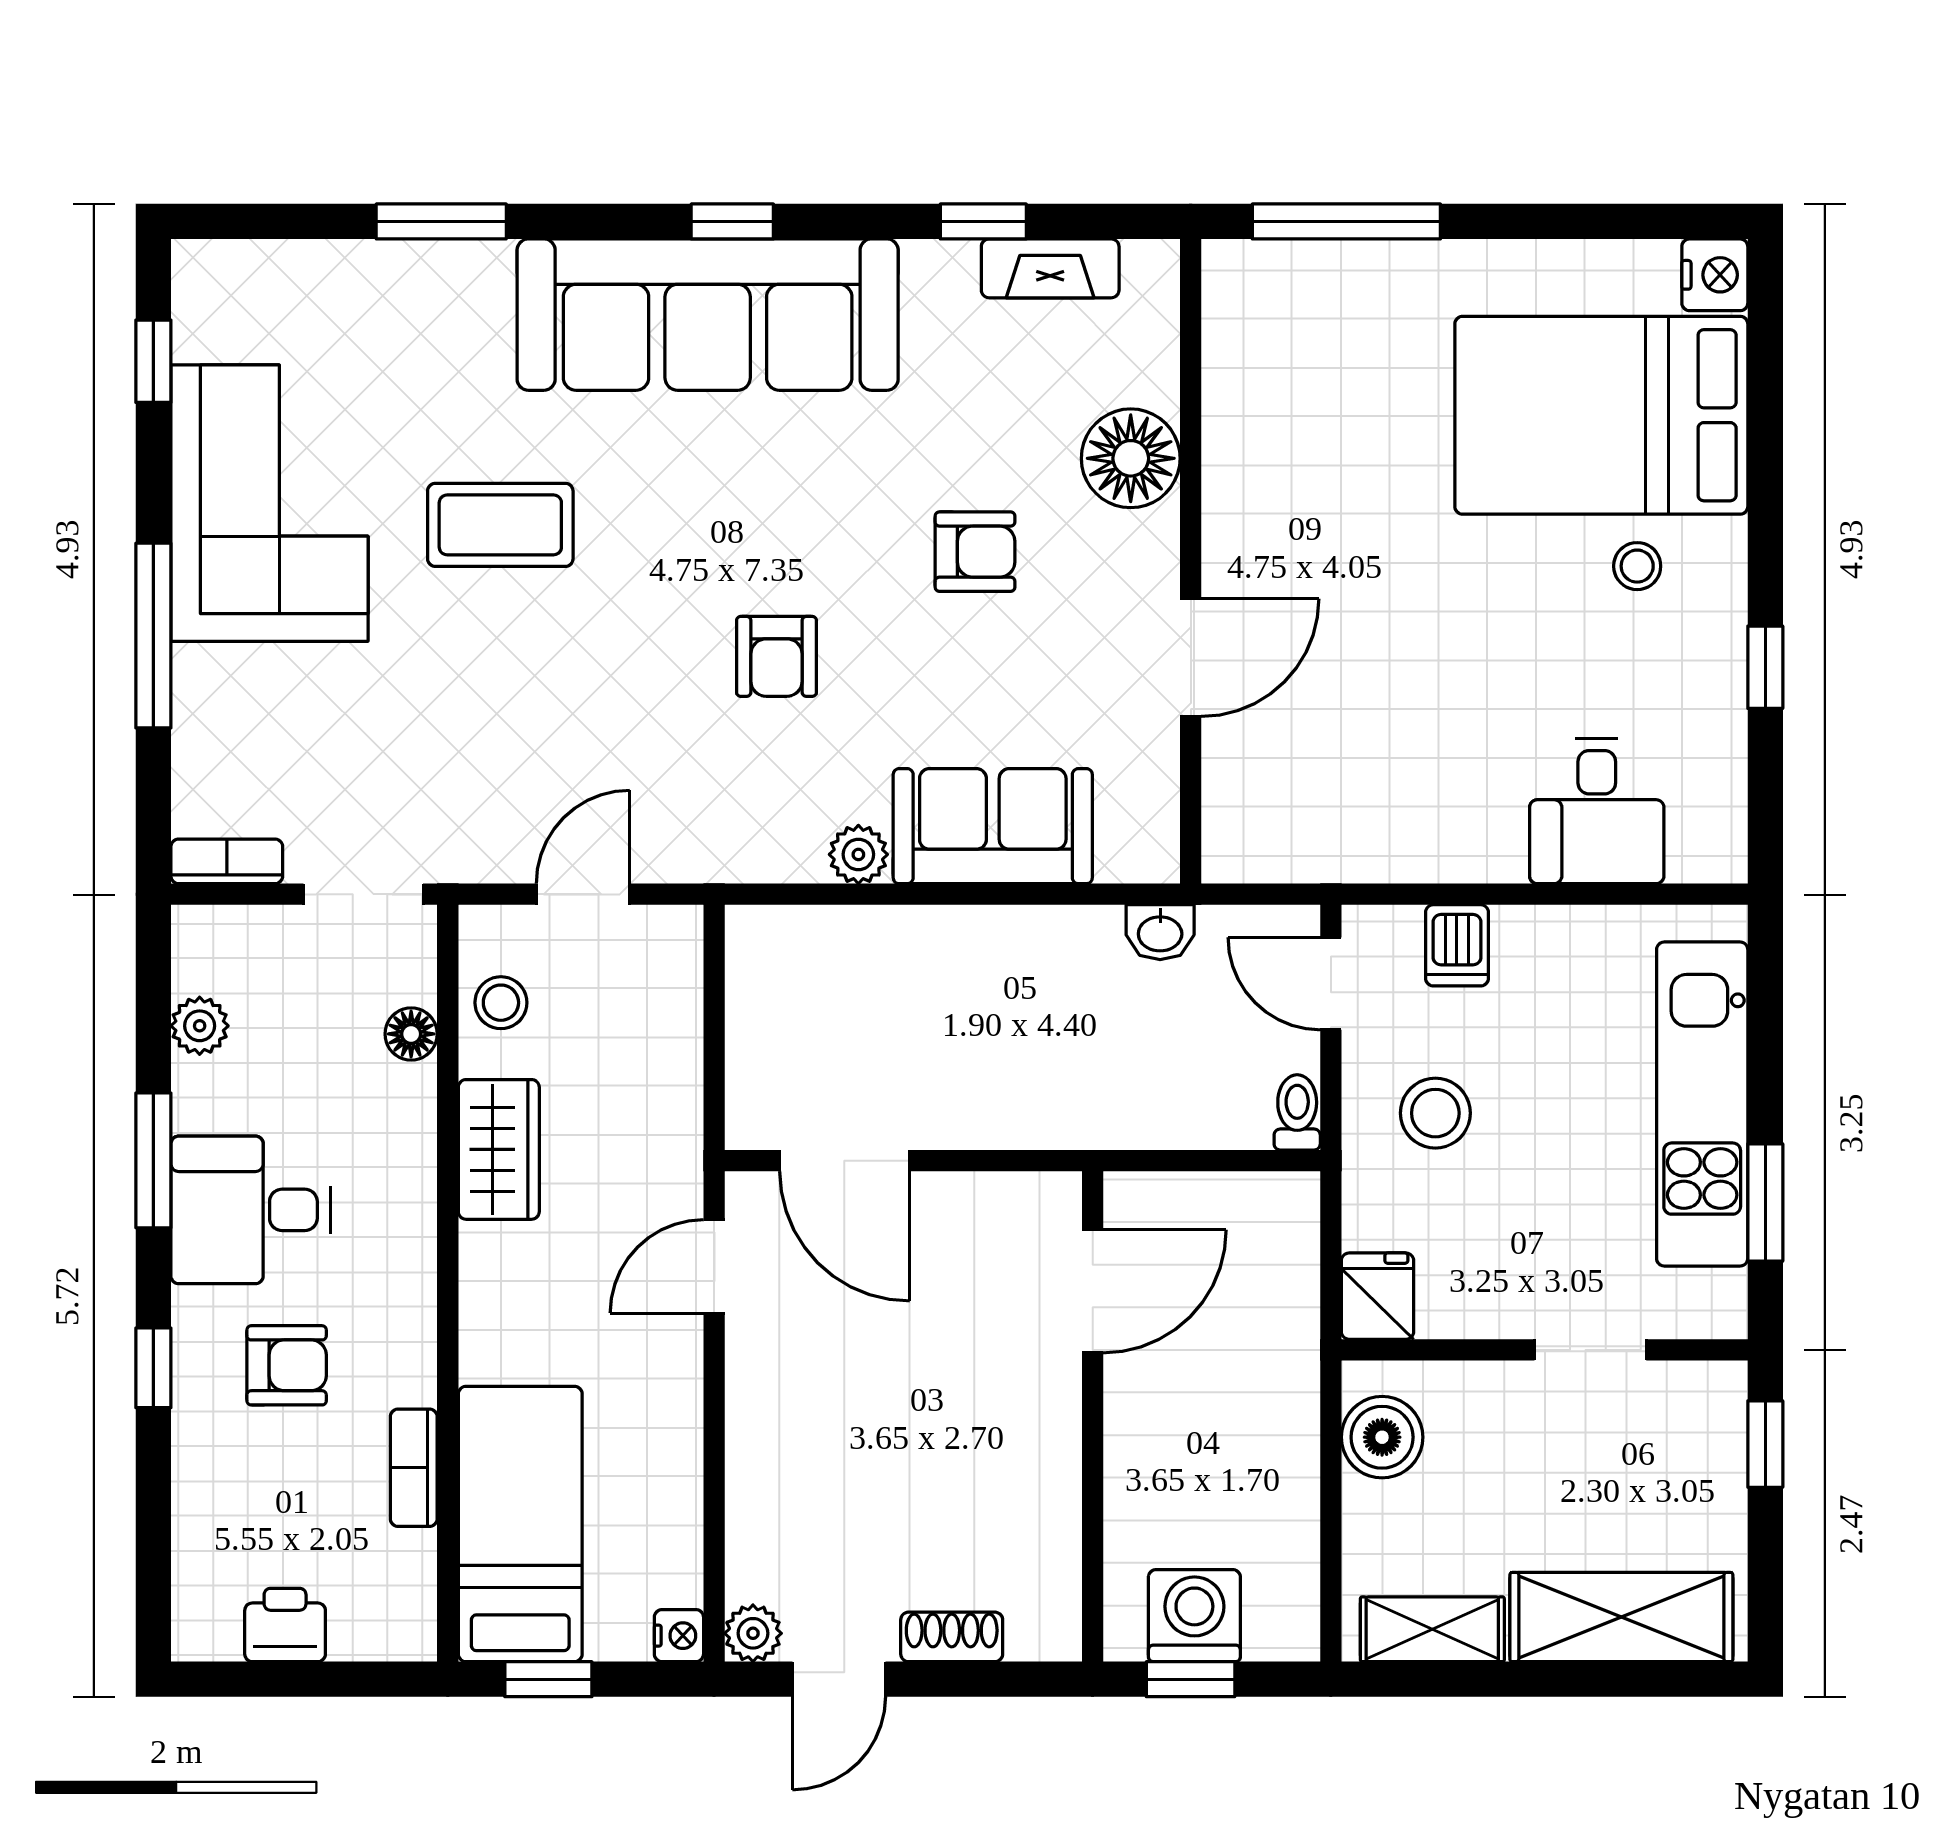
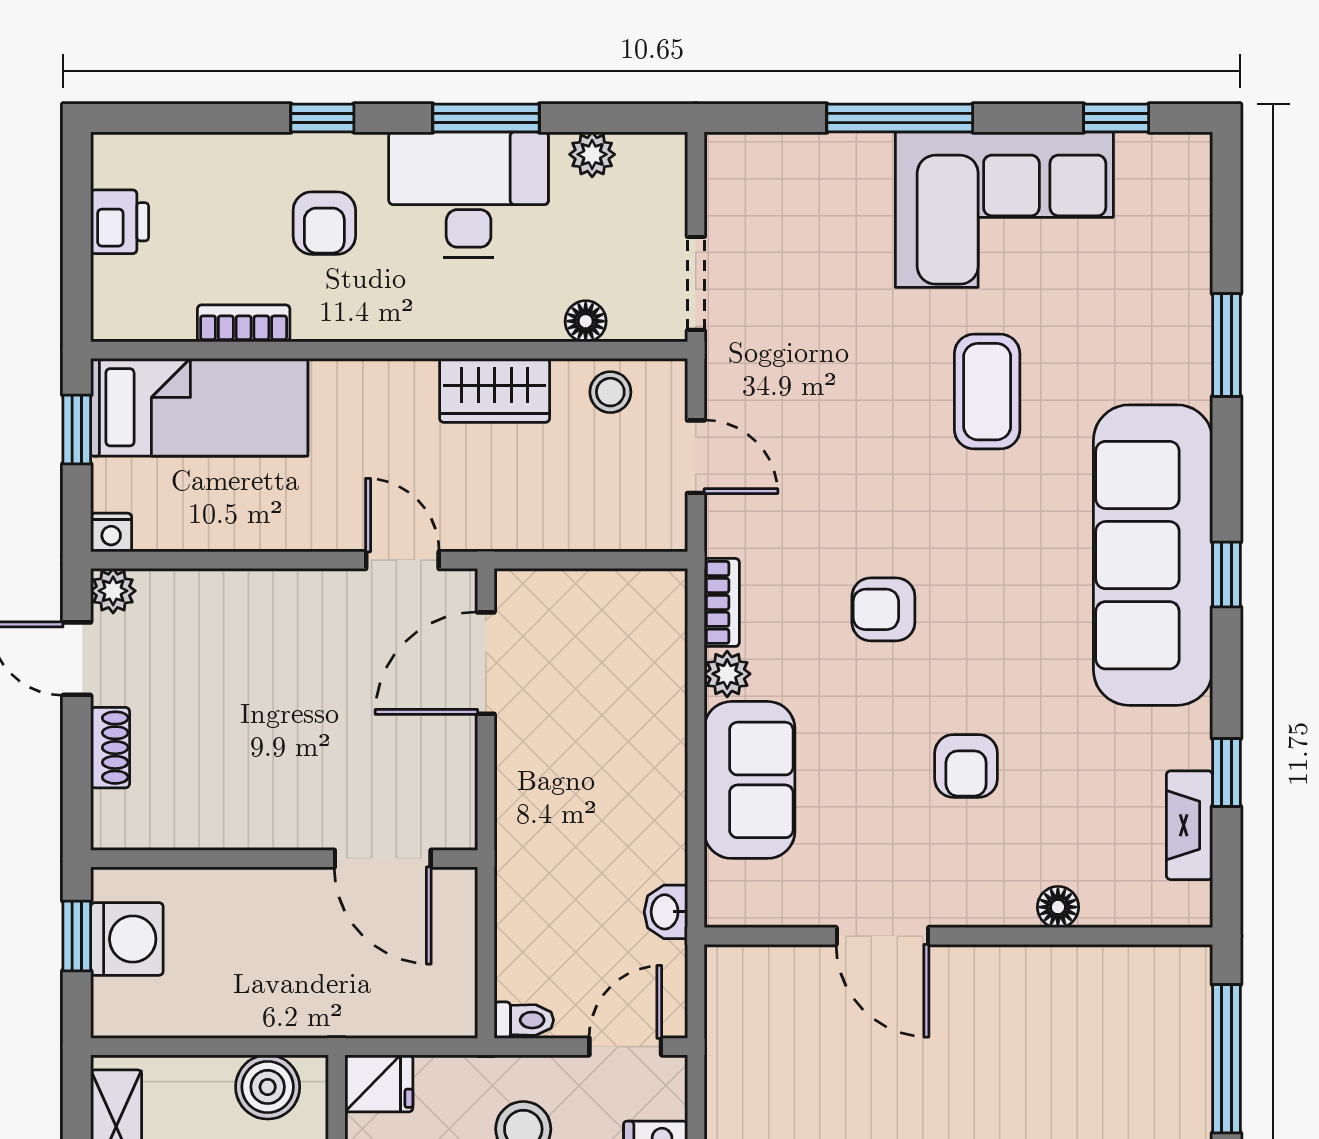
floor lamp: (1131, 458) -> (1058, 907), width x0.53, depth x0.53
bookcase: (227, 861) -> (722, 602), moved
desk: (250, 1210) -> (469, 195), width x1.37

